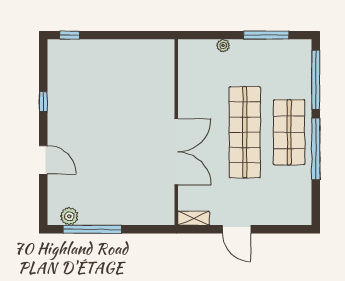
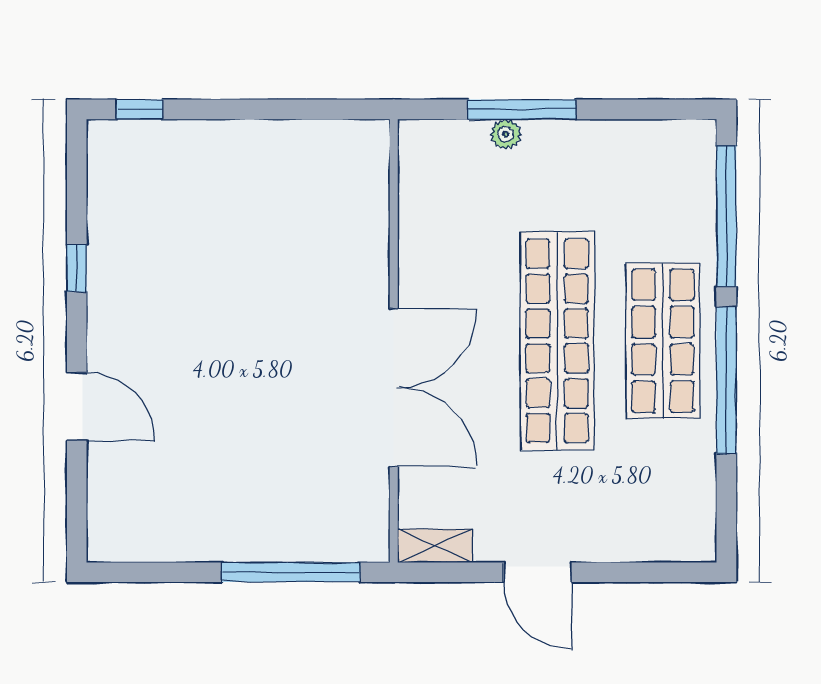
window: (266, 35) -> (522, 109), moved
plant: (69, 216) -> (139, 541), removed
window: (92, 229) -> (291, 572), moved

